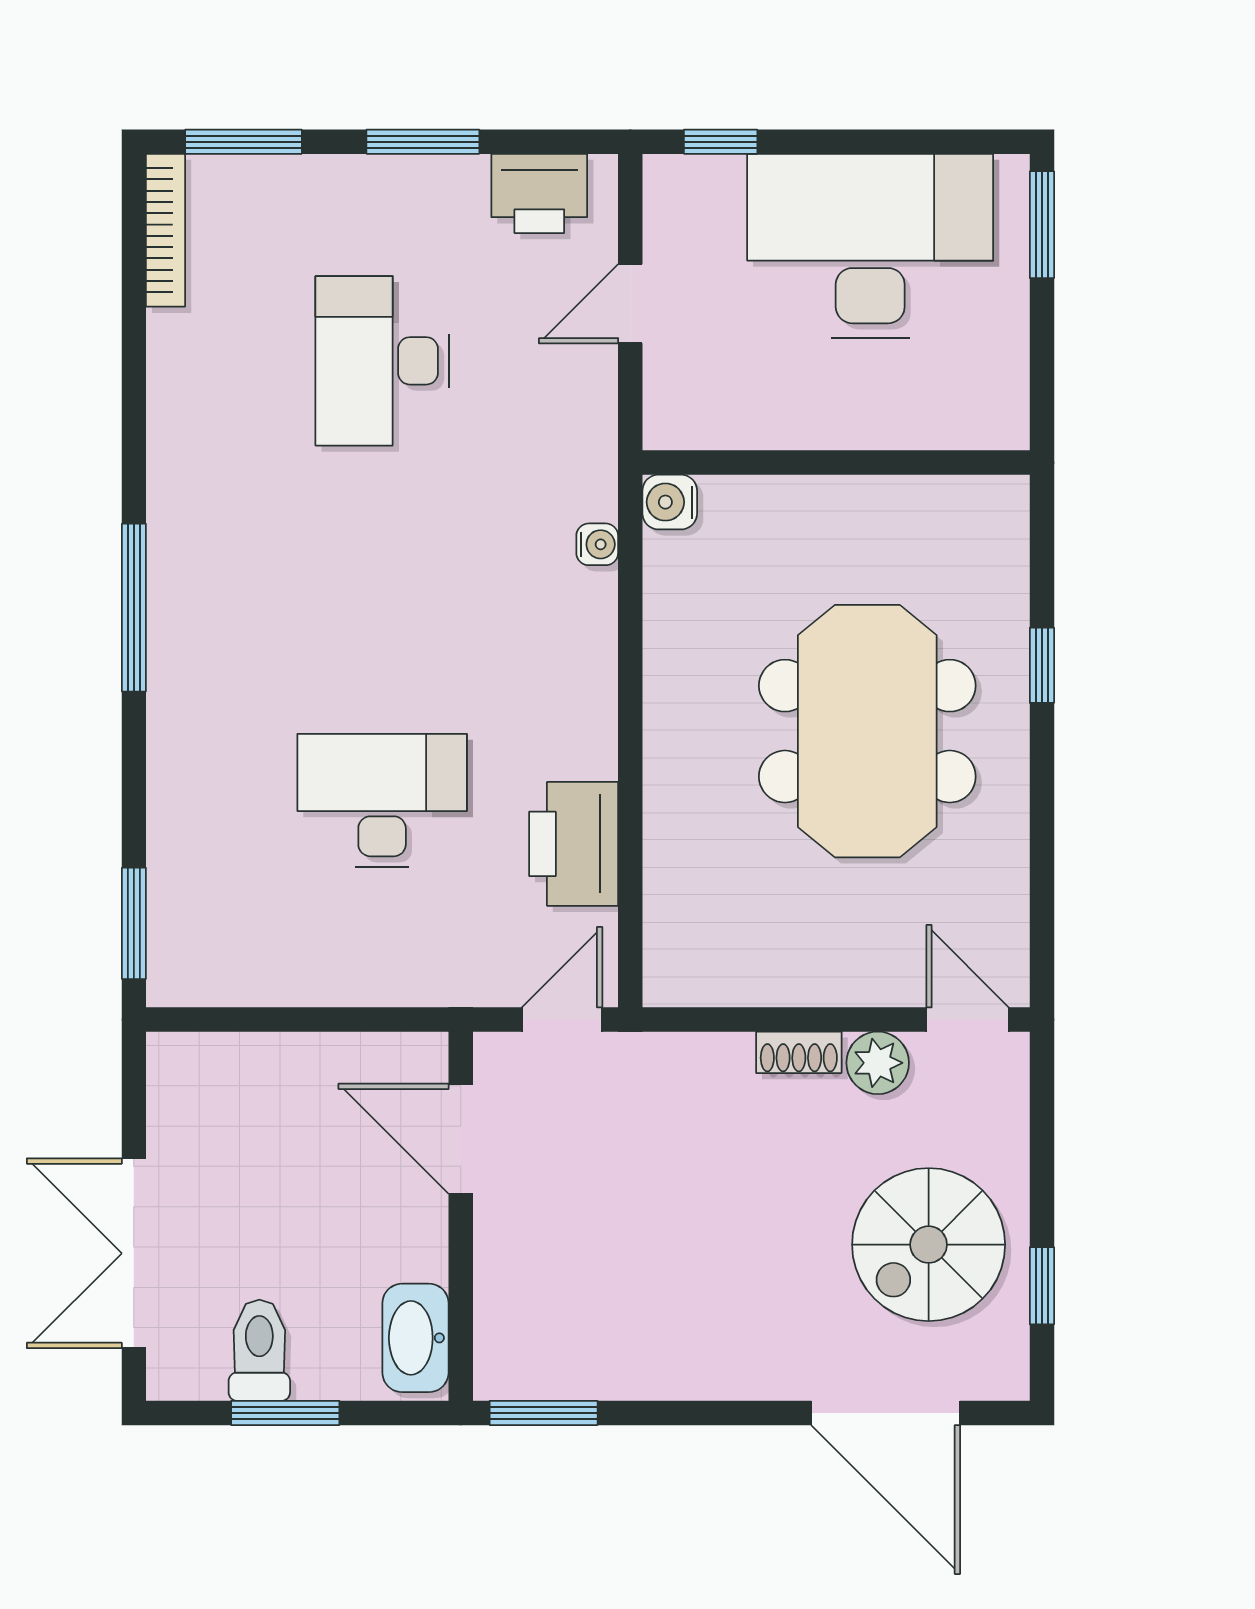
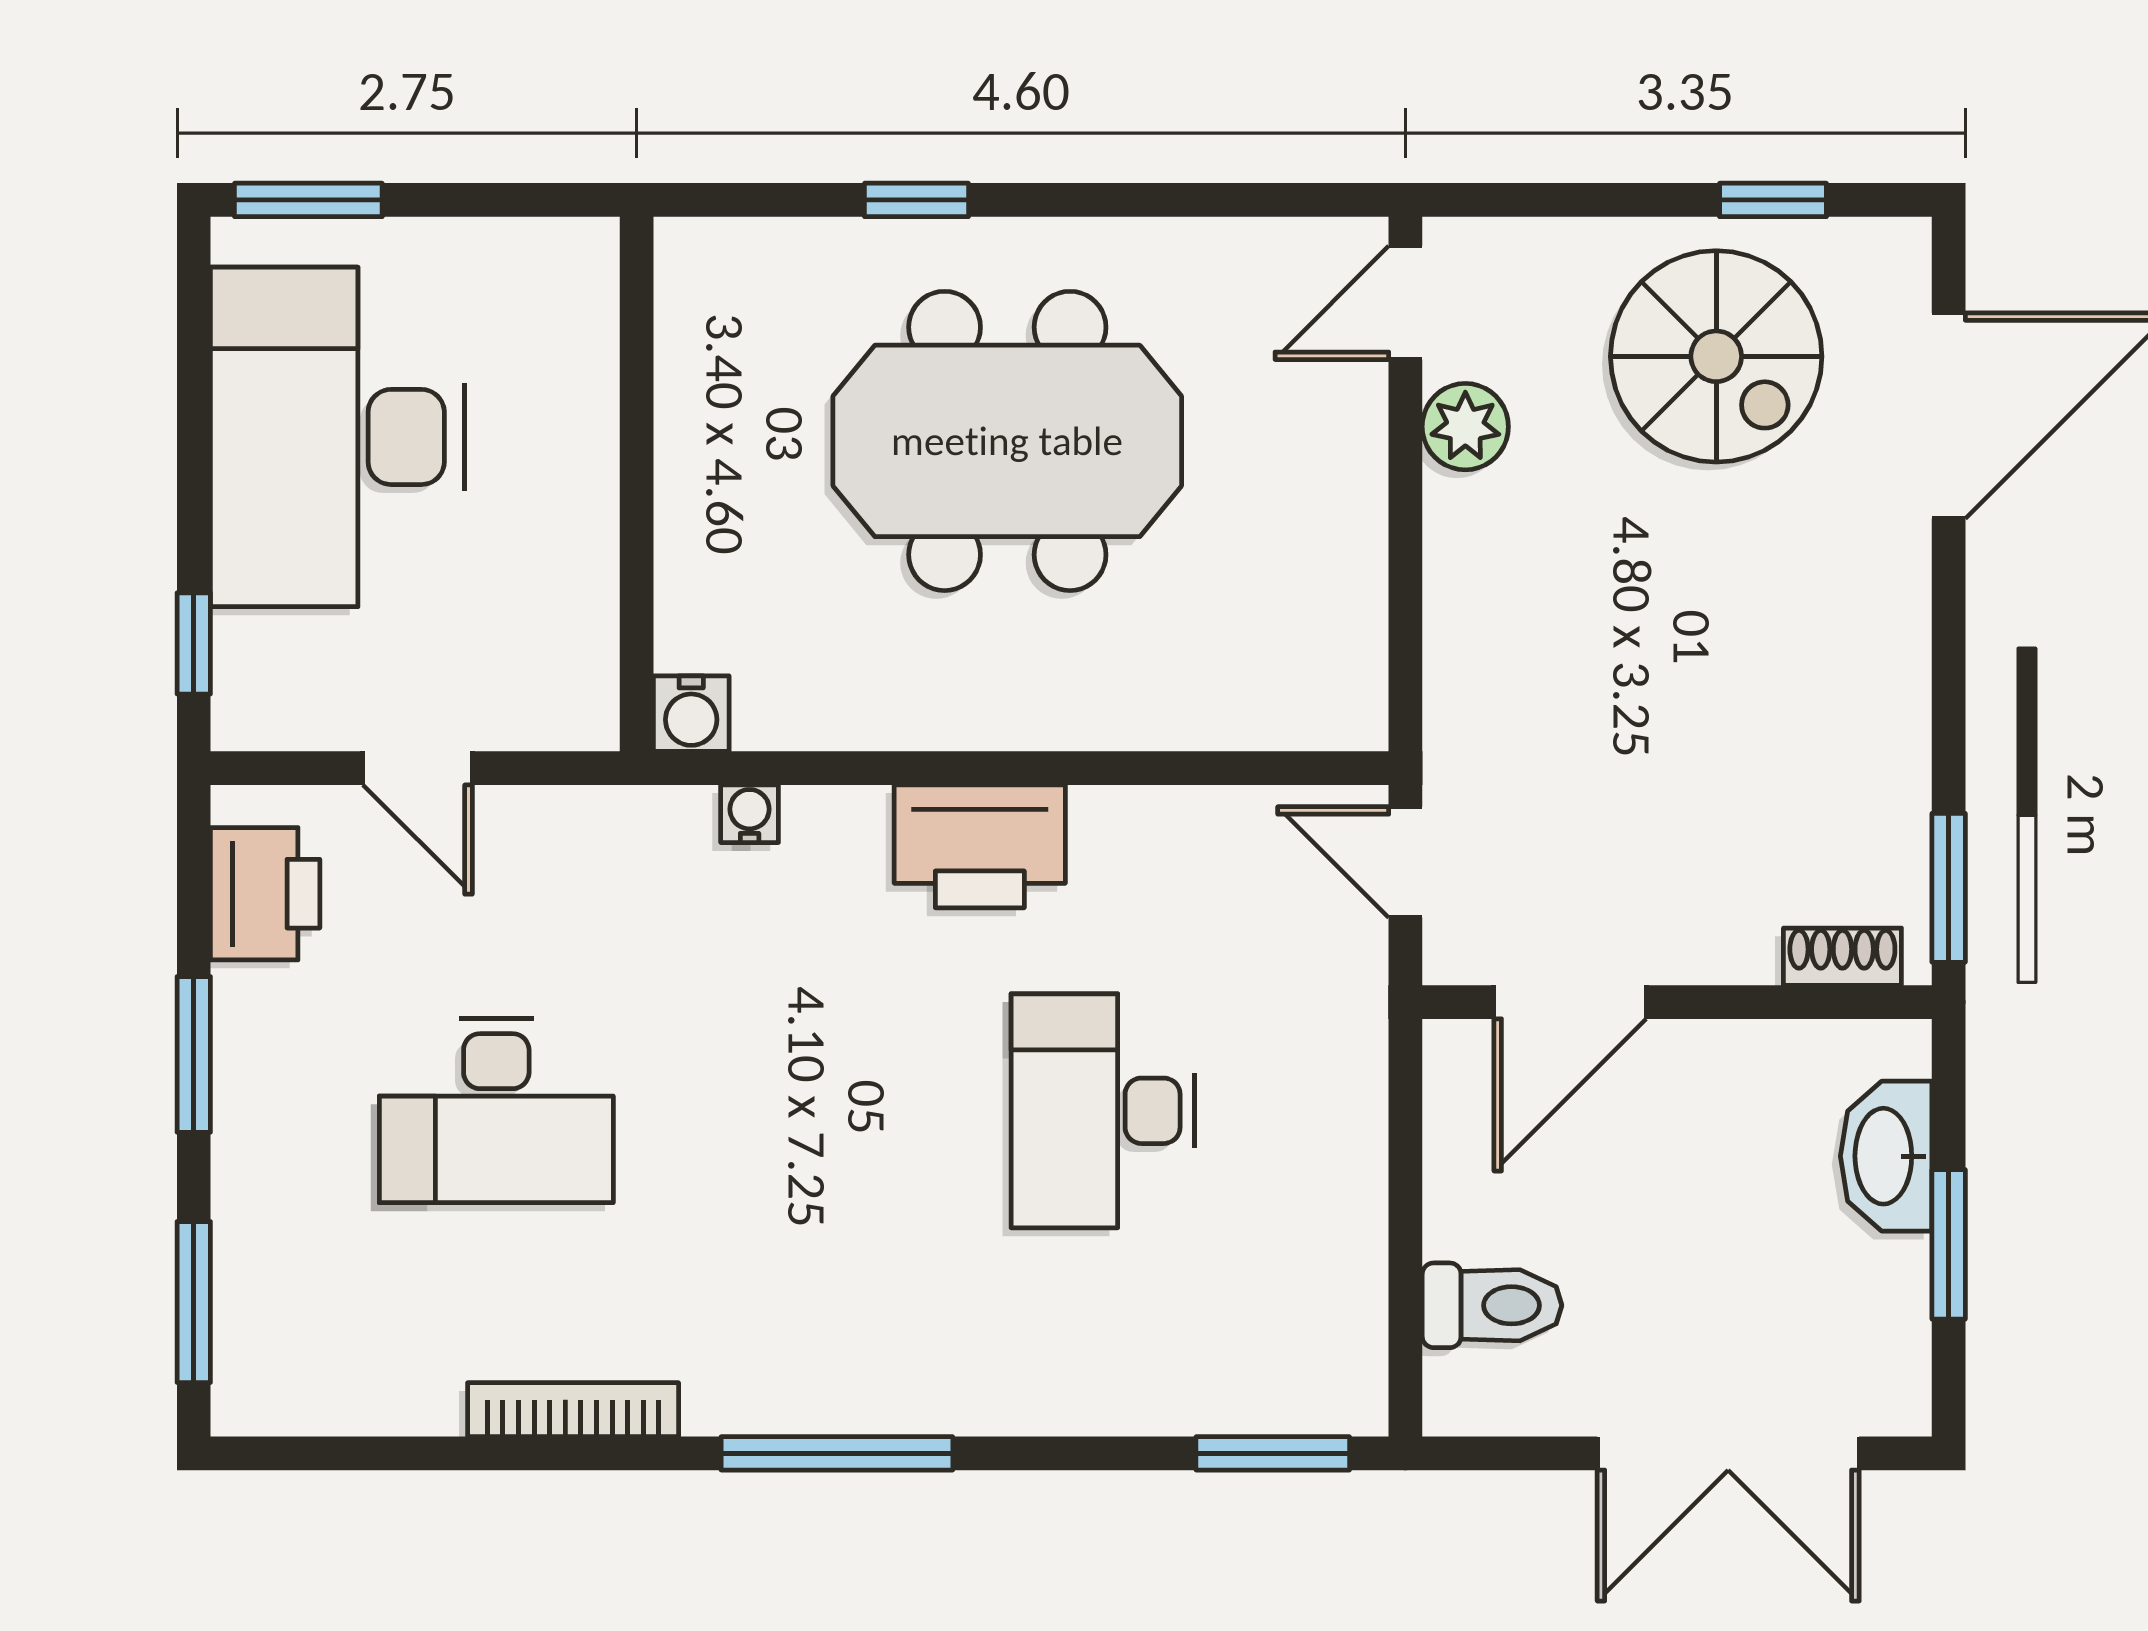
bookcase: (166, 230) -> (573, 1410), moved
printer: (574, 844) -> (980, 846), moved
shoe rack: (799, 1052) -> (1842, 957), moved, turned -90
washbasin: (415, 1338) -> (1886, 1156), moved, turned 90
toilet: (259, 1350) -> (1492, 1305), moved, turned 180

